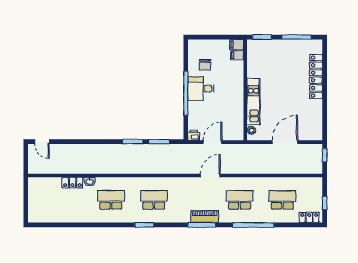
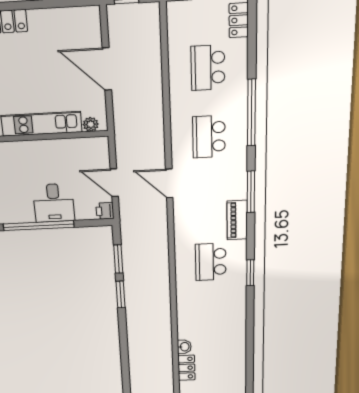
desk: (201, 89) -> (54, 203), moved
school desk: (111, 200) -> (212, 319), removed
piano: (205, 217) -> (237, 220), moved

